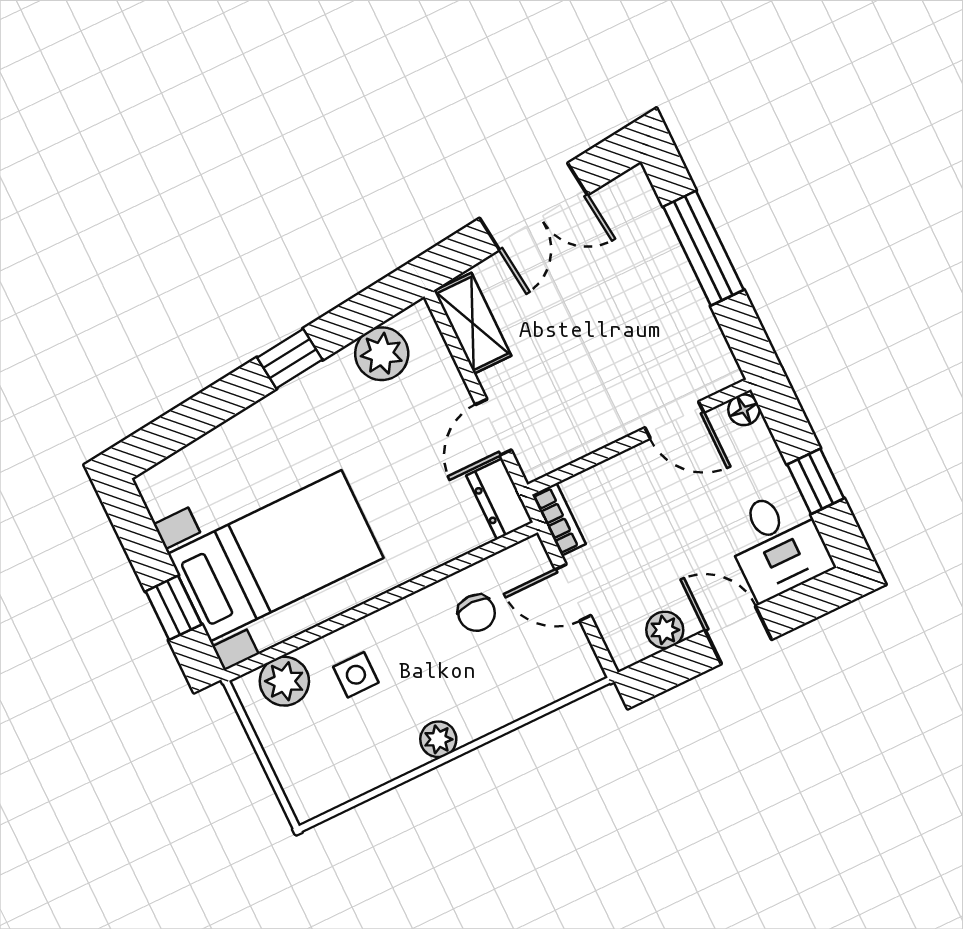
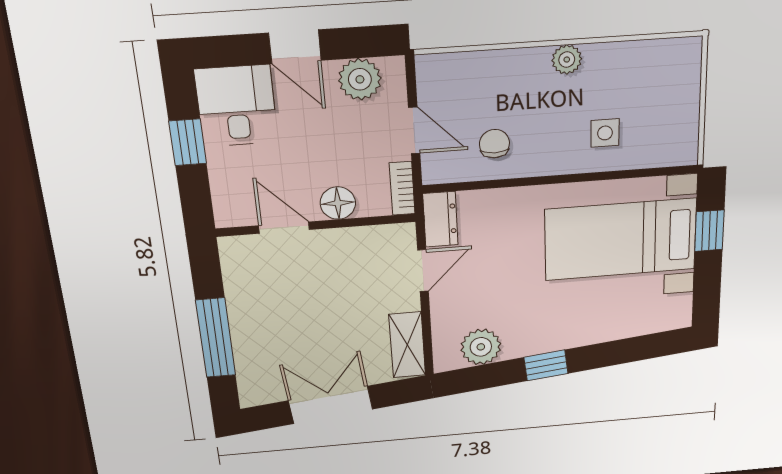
floor lamp: (744, 410) -> (338, 203), moved, width x1.37, depth x1.37
plant: (665, 630) -> (360, 79), width x1.38, depth x1.38
plant: (284, 681) -> (659, 149), removed

